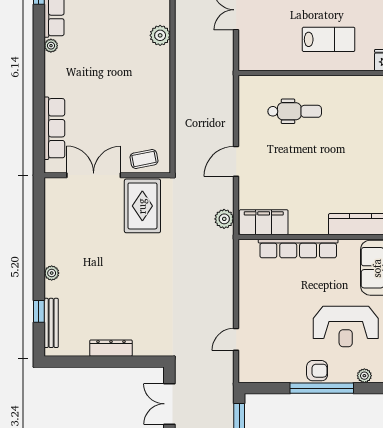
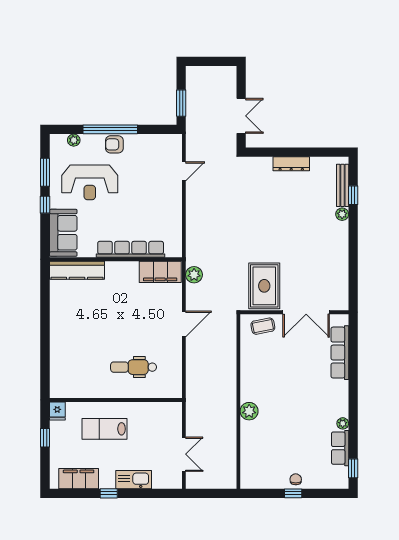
plant: (160, 35) -> (249, 411), moved
plant: (52, 273) -> (342, 214), moved
reception desk: (346, 326) -> (90, 182), turned 180

